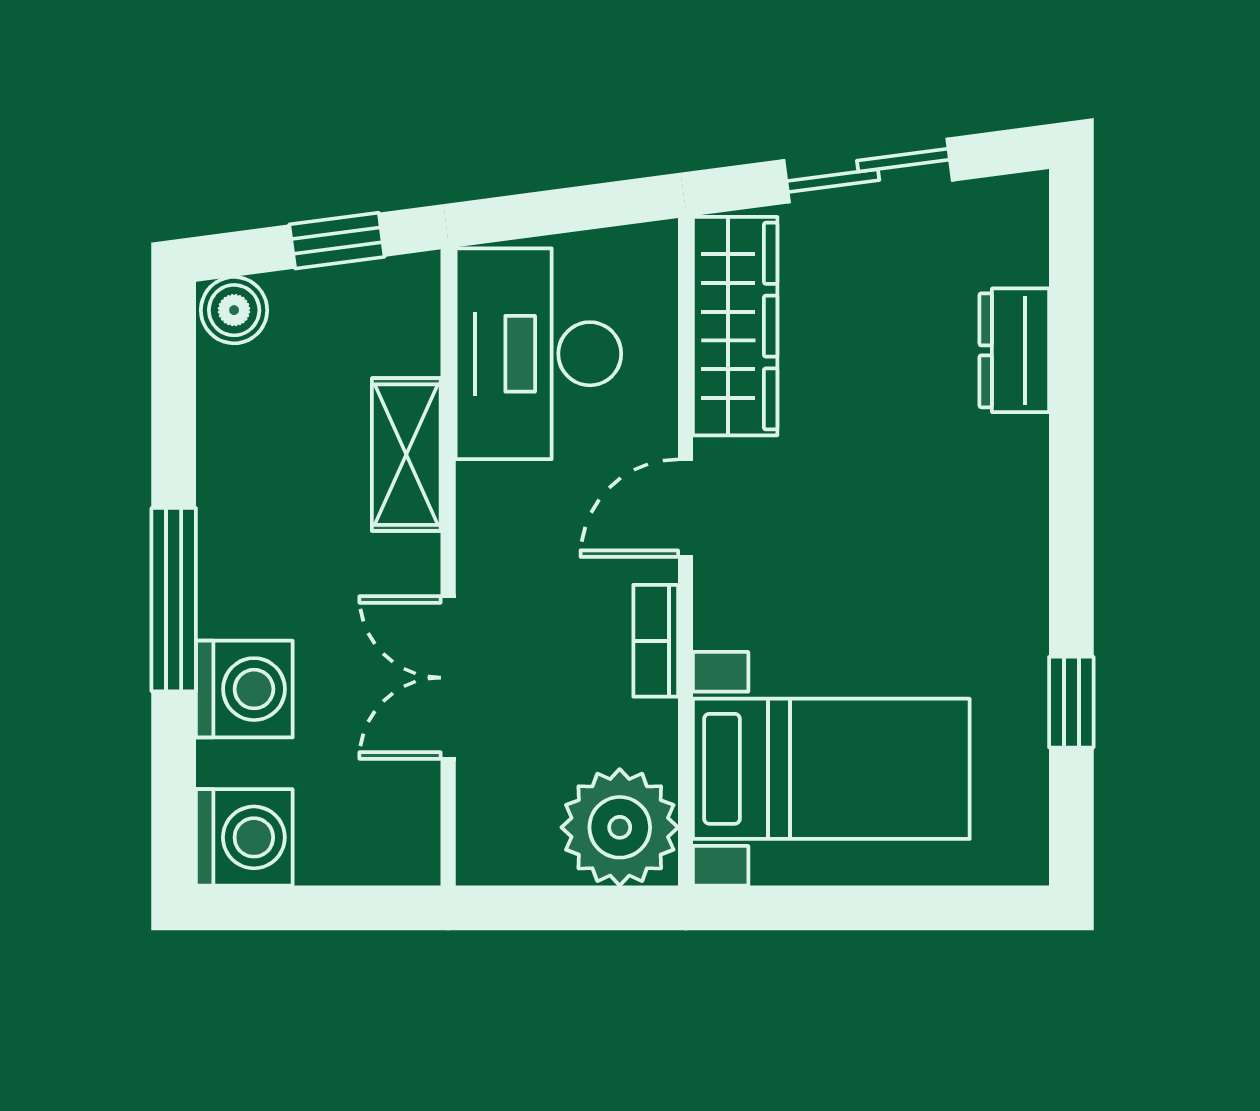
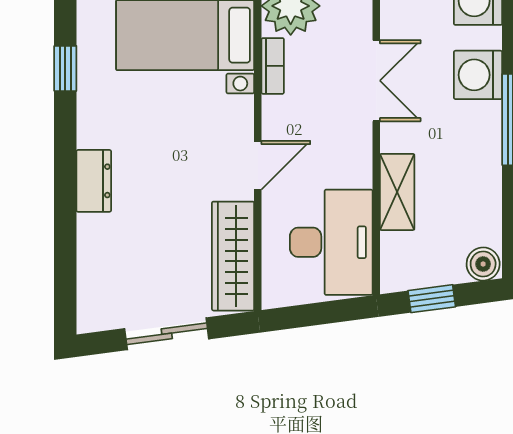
dresser: (1014, 350) -> (94, 181), moved
bookcase: (656, 641) -> (273, 66), moved

